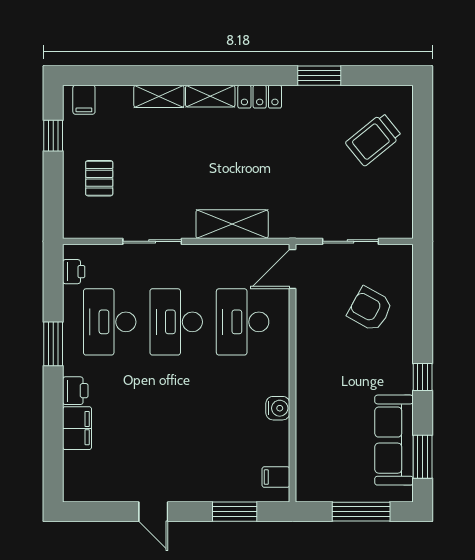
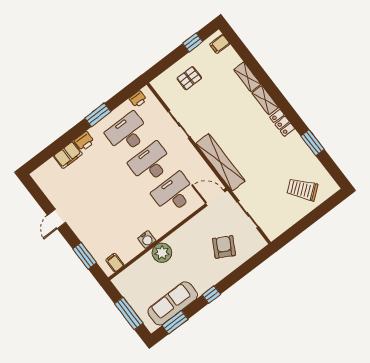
shelving: (232, 224) -> (220, 162), width x1.47
plant: (312, 401) -> (162, 253), added

